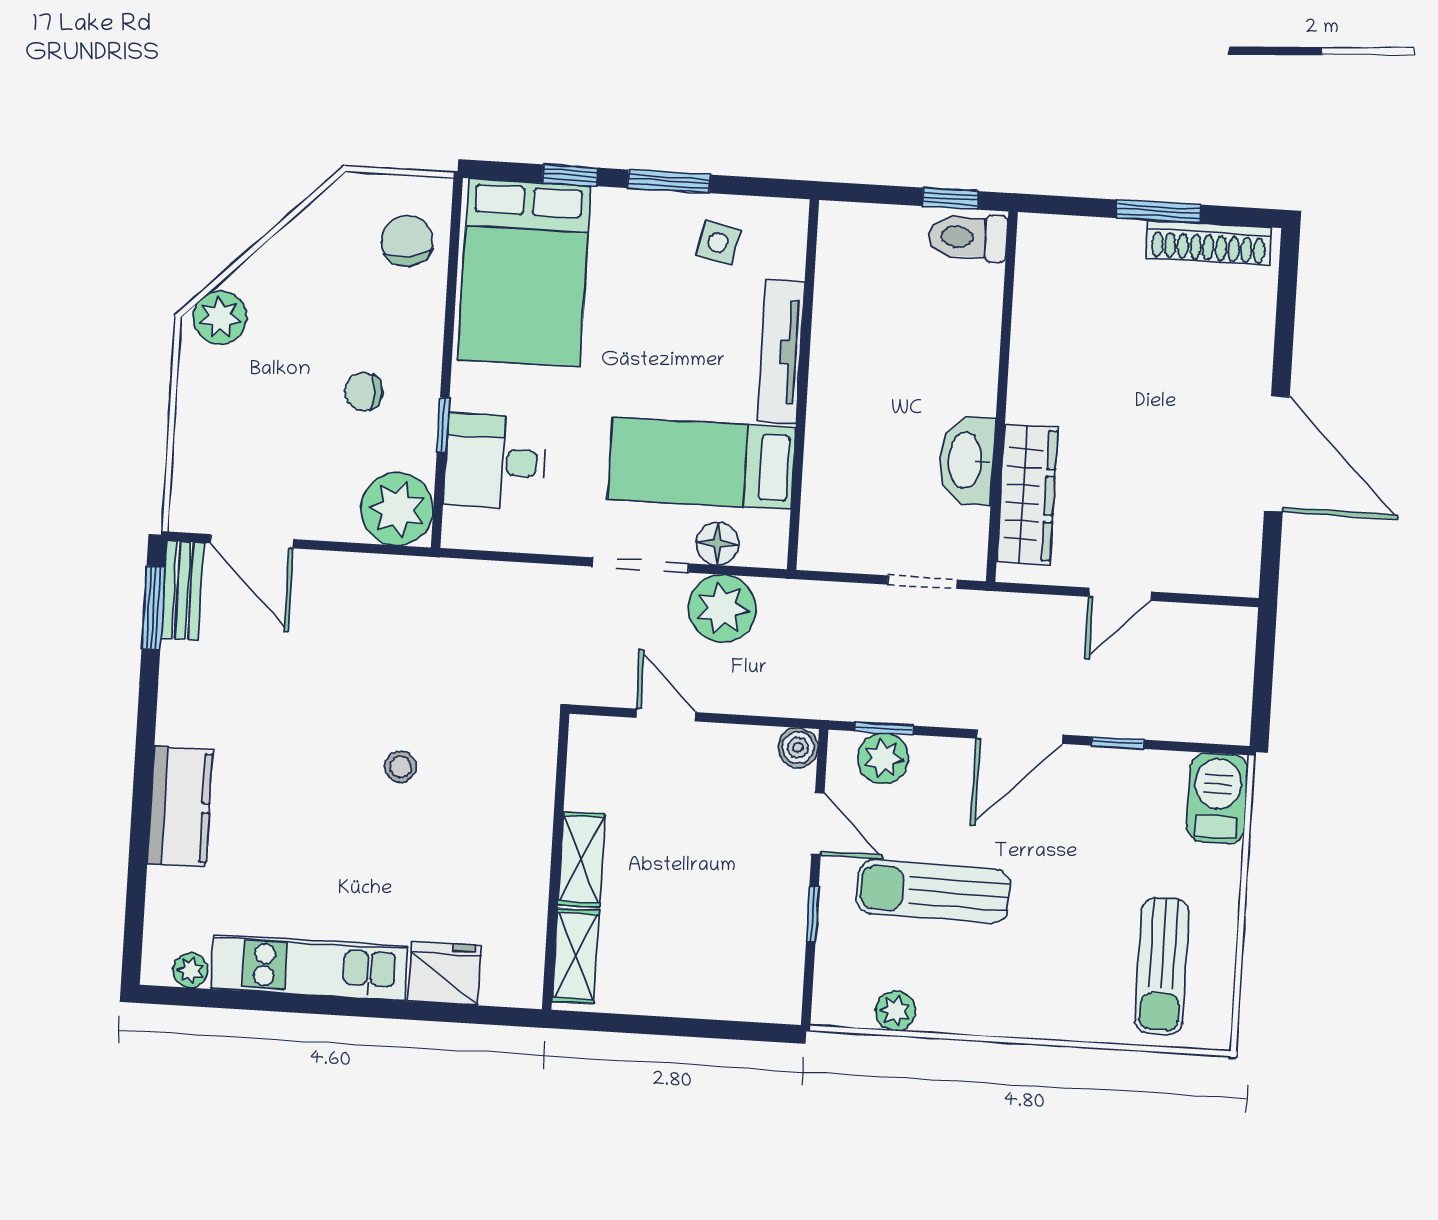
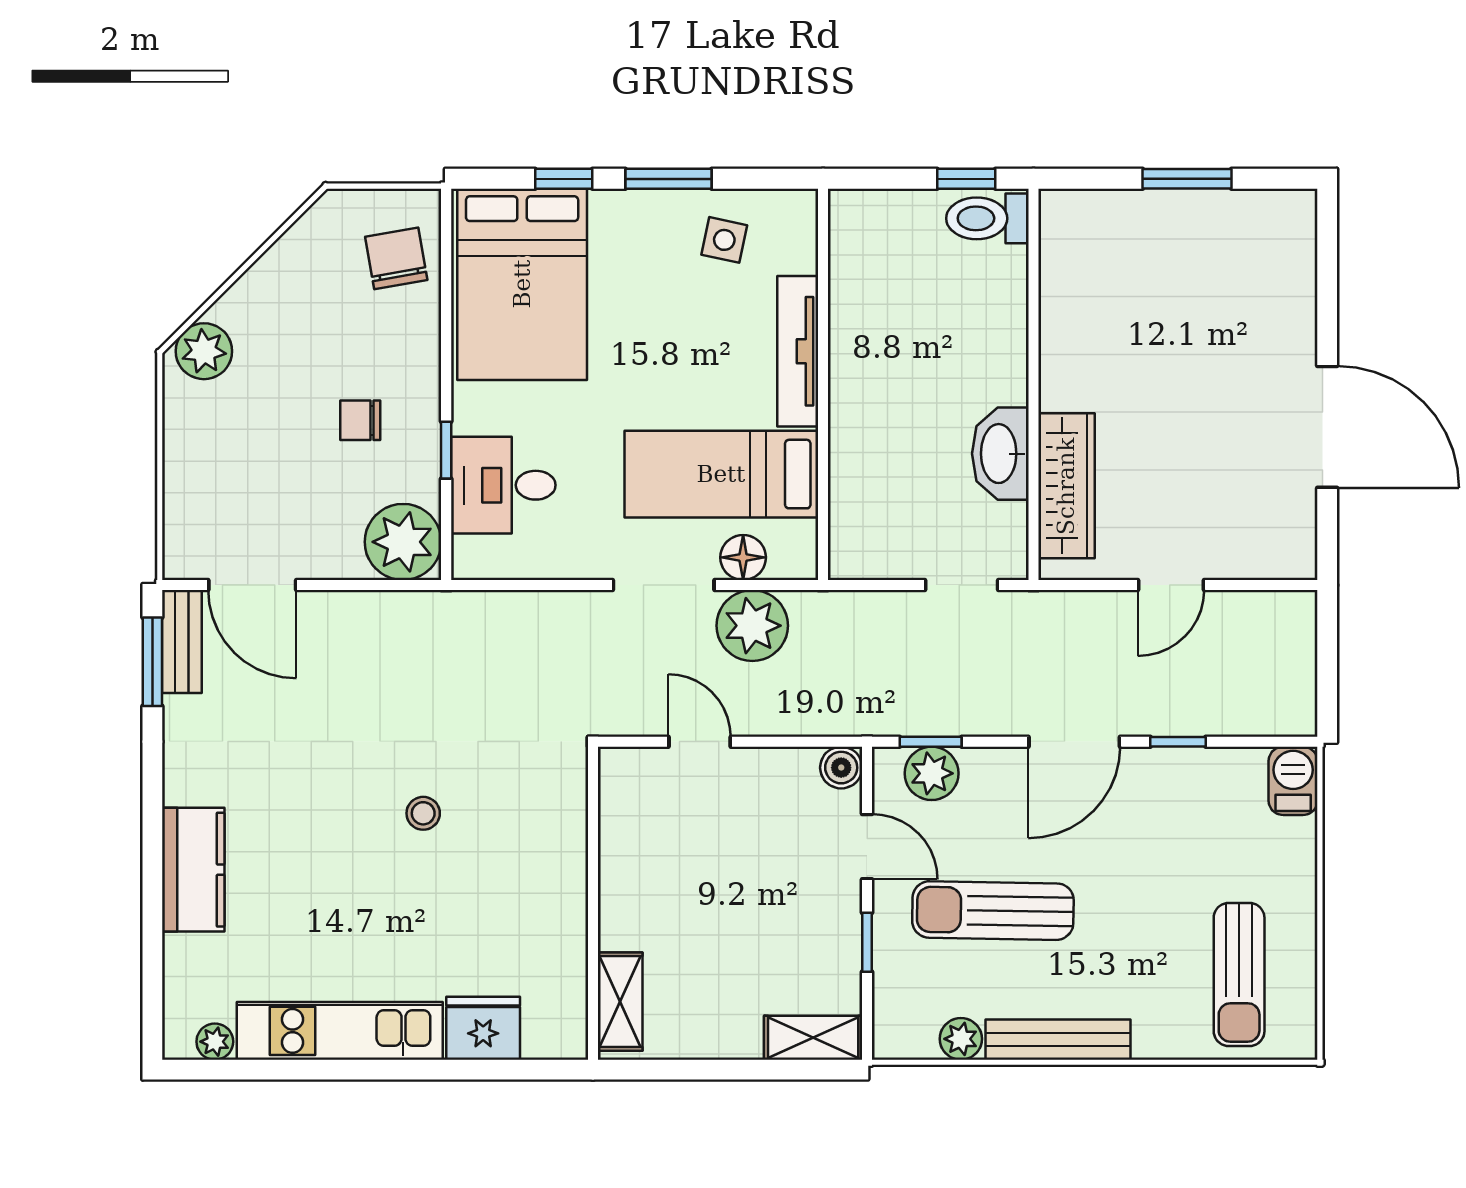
shoe rack: (1209, 243) -> (1241, 209), removed
barbecue: (1217, 798) -> (1293, 781), width x0.73, depth x0.79
shelving: (581, 859) -> (813, 1038), moved, turned 90
bench: (987, 1017) -> (1058, 1040), added

